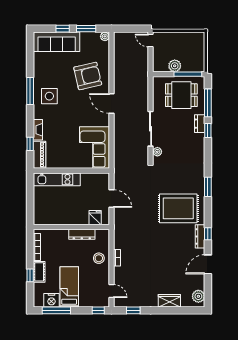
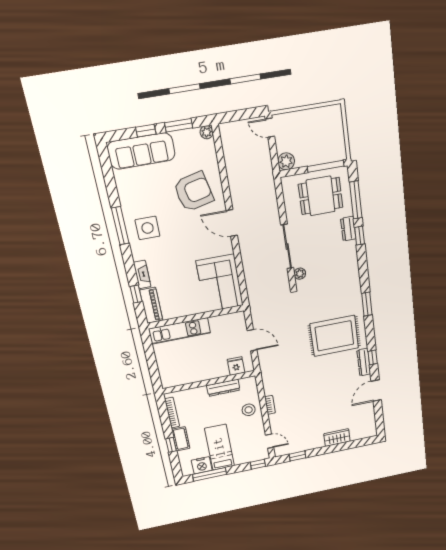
plant: (175, 66) -> (286, 161), moved
plant: (198, 296) -> (369, 426), removed

